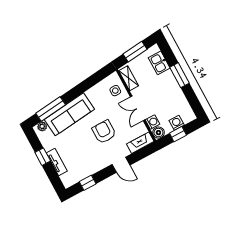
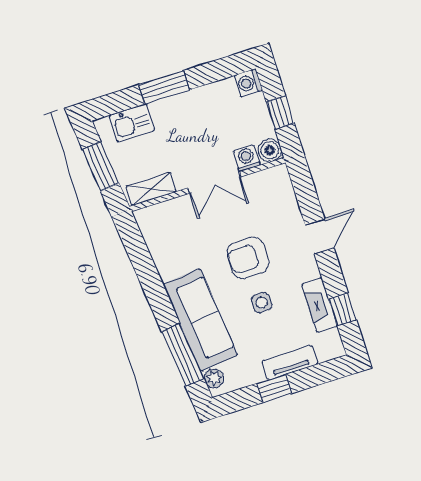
side table: (115, 91) -> (262, 303), moved
washing machine: (177, 123) -> (248, 83), moved
fireplace: (140, 143) -> (319, 305), moved

